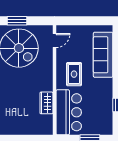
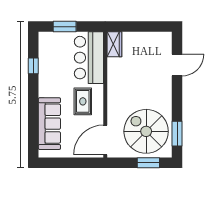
door: (55, 41) -> (105, 140), width x1.88
wardrobe: (46, 103) -> (114, 44), moved

